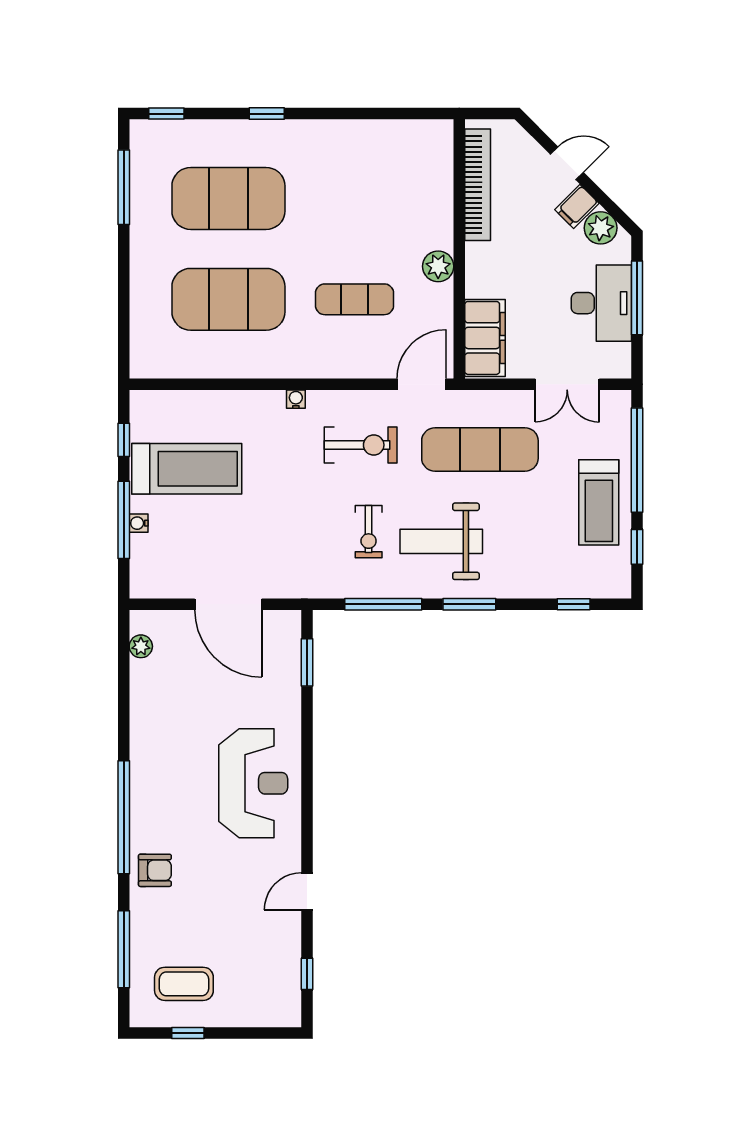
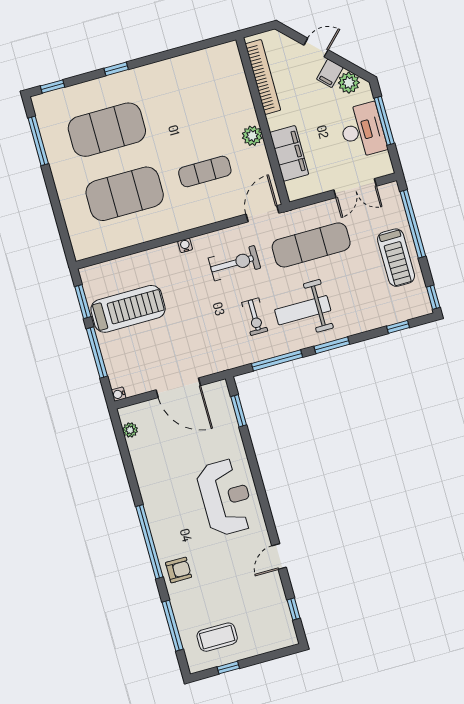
filing cabinet: (485, 338) -> (289, 153), moved
window: (124, 440) -> (83, 302), width x1.50
water cooler: (139, 523) -> (119, 394), moved
window: (637, 547) -> (433, 297), moved

